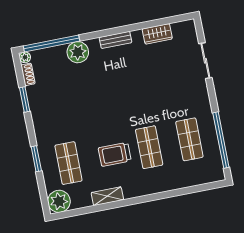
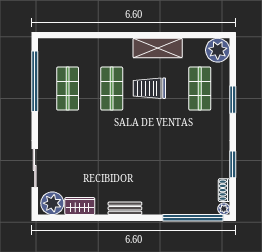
plant: (78, 52) -> (52, 203), moved
trolley: (115, 154) -> (149, 88), turned 180
shelving: (107, 196) -> (158, 48), width x1.50, depth x1.33

